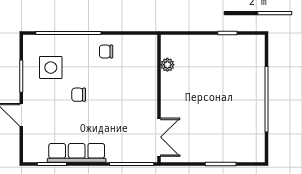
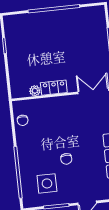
chair: (106, 52) -> (23, 120), moved
locker: (169, 89) -> (54, 88), added

